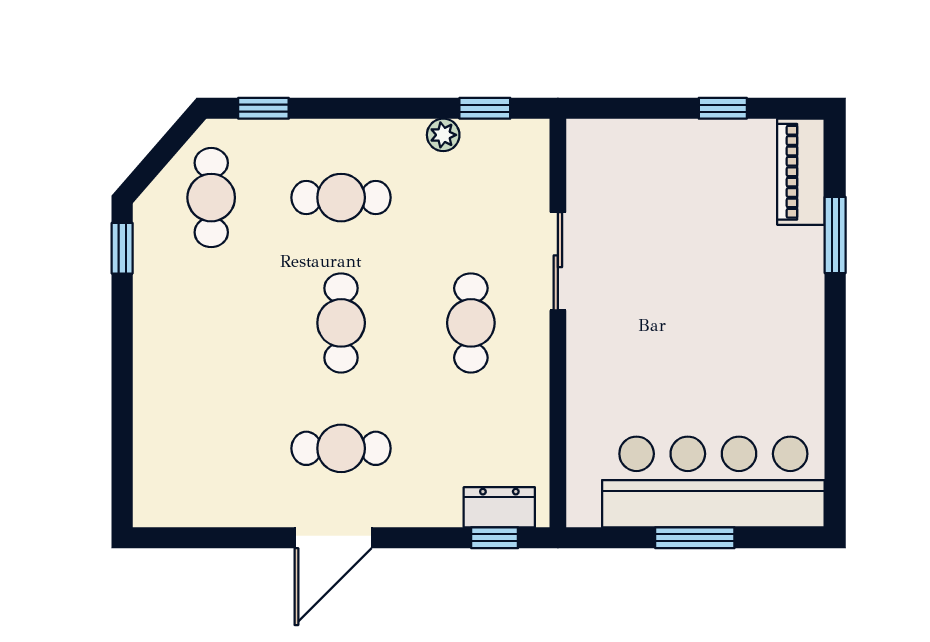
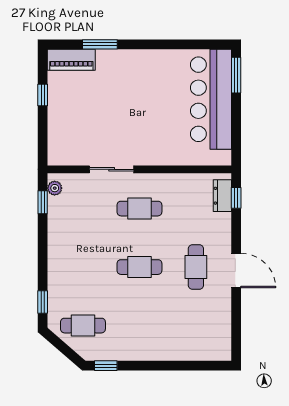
plant: (443, 135) -> (55, 188), moved
cafe table: (341, 198) -> (83, 267), removed
window: (695, 538) -> (236, 75), moved

